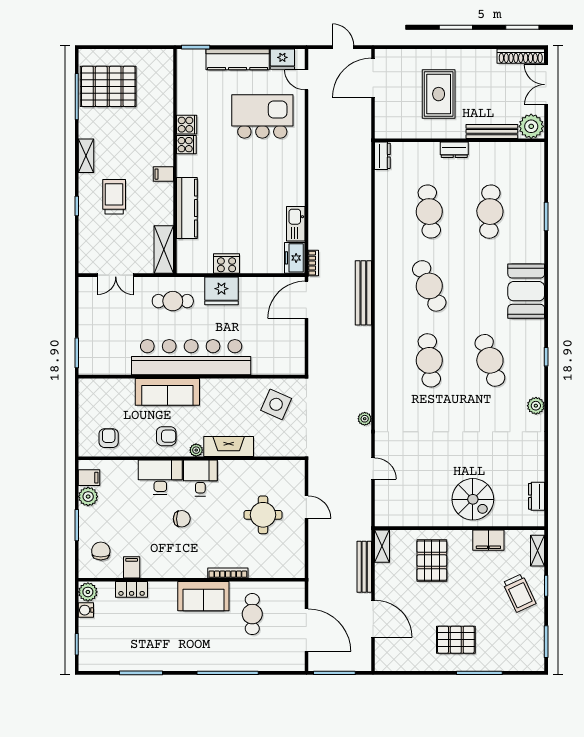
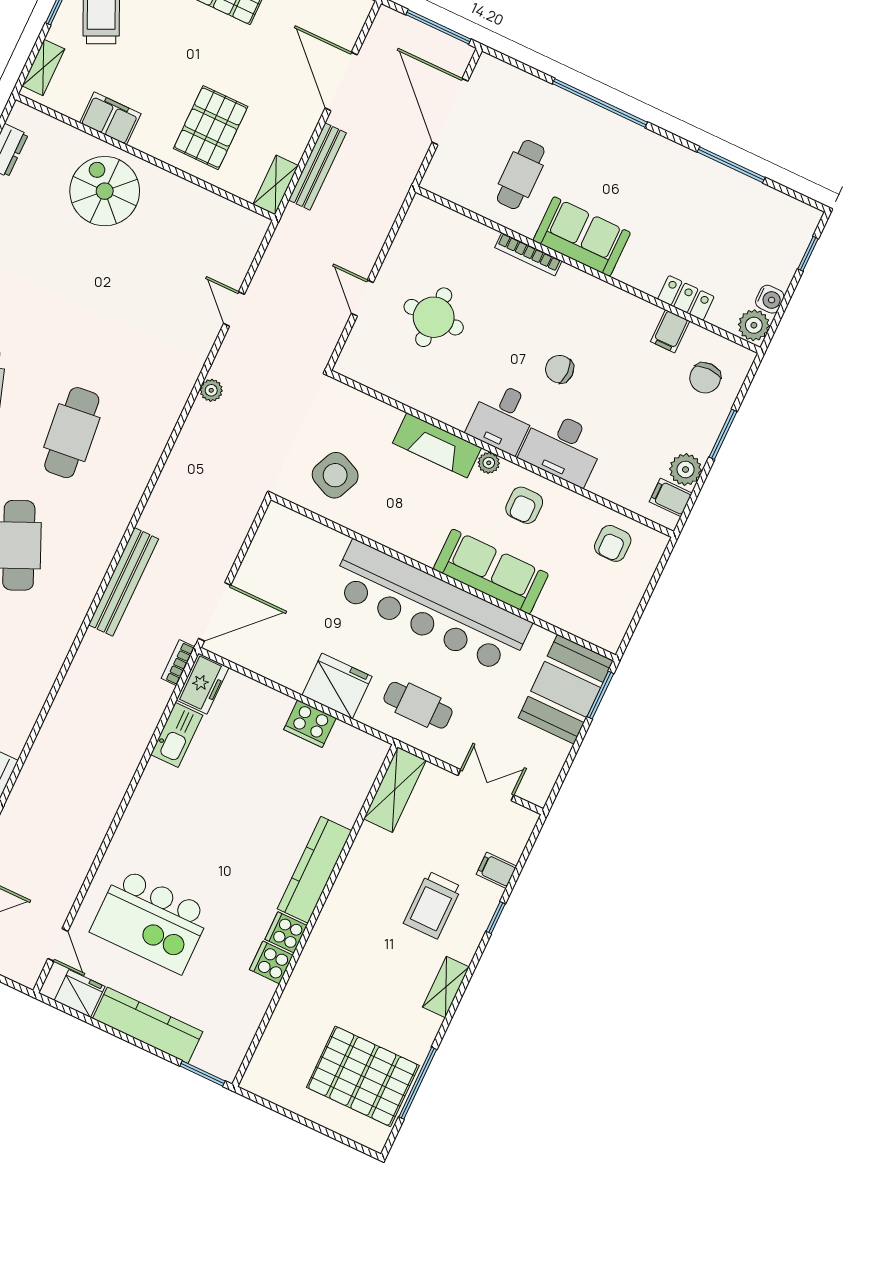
filing cabinet: (163, 174) -> (496, 870), moved, turned 180
kitchen counter: (187, 208) -> (314, 870), moved
booth: (97, 347) -> (566, 689), added
armchair: (166, 436) -> (524, 505), turned -90

